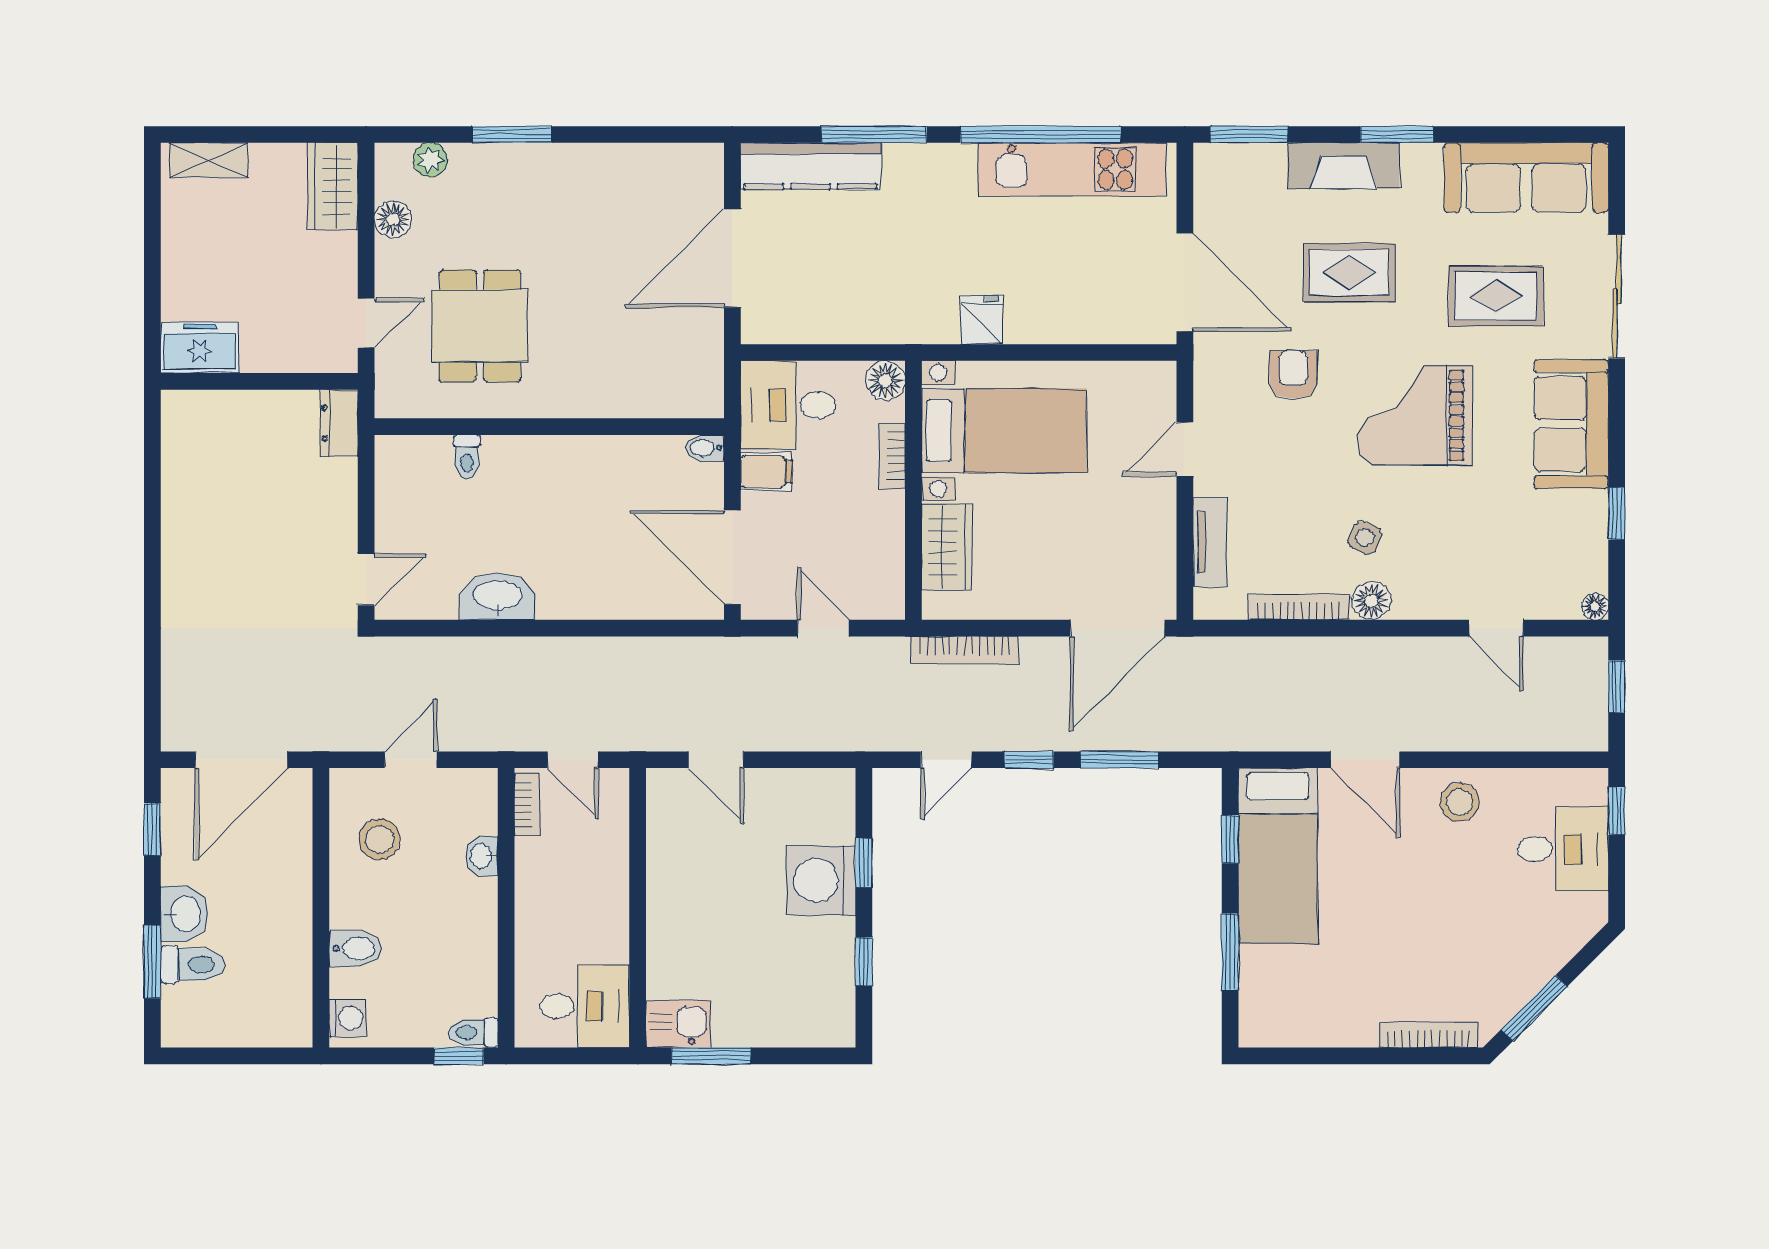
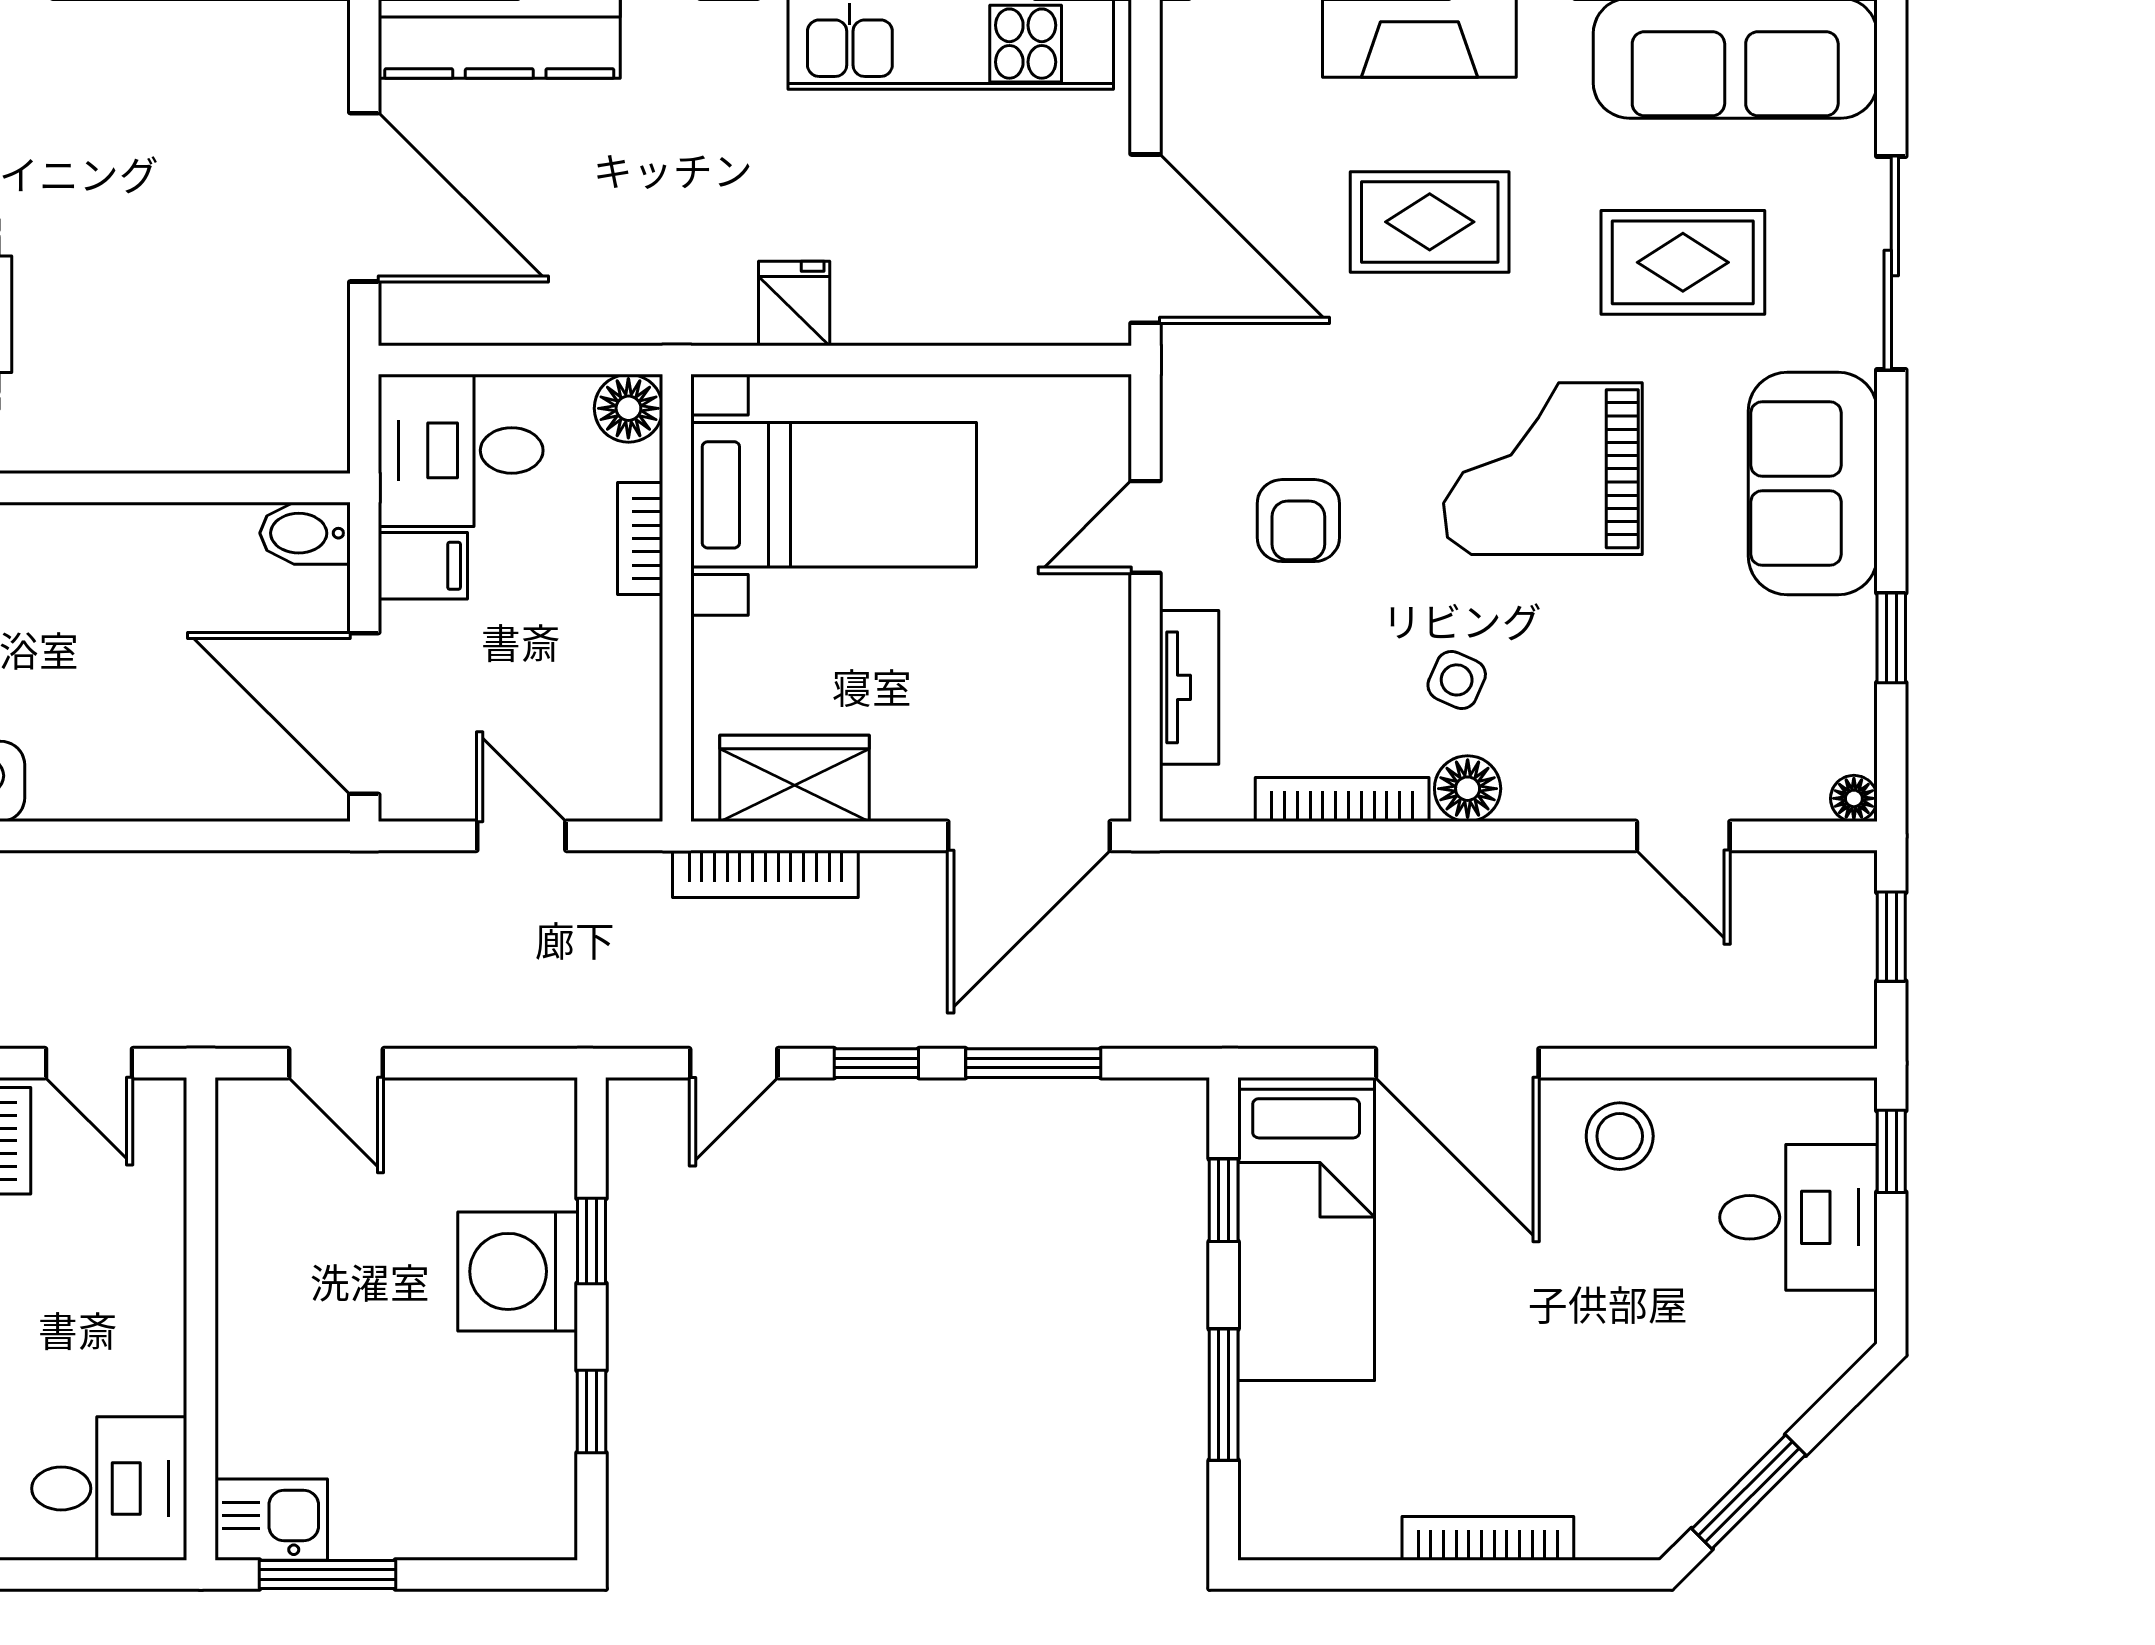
door: (732, 258) -> (364, 197), swing flipped
armchair: (1293, 375) -> (1298, 521), moved, turned 180
bidet: (705, 448) -> (305, 533), width x1.38, depth x1.36
wardrobe: (947, 547) -> (794, 778), moved, turned -90
door: (1365, 760) -> (1457, 1063), width x1.36
bookcase: (1428, 1035) -> (1488, 1538), moved

